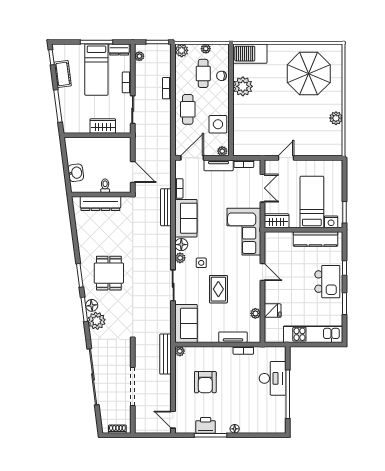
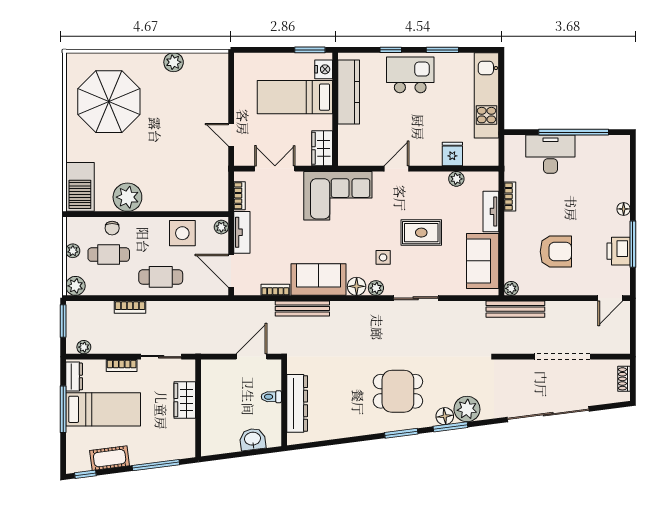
sofa: (186, 323) -> (483, 261), moved, turned -90

